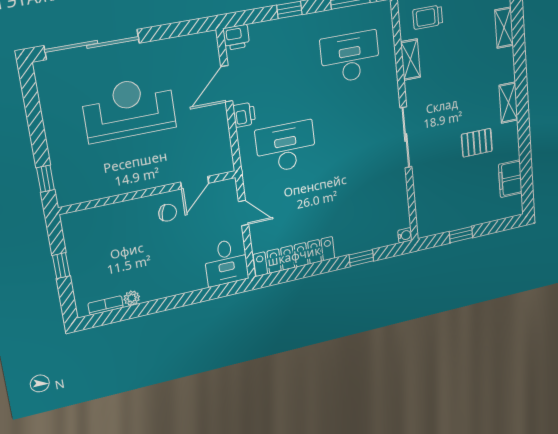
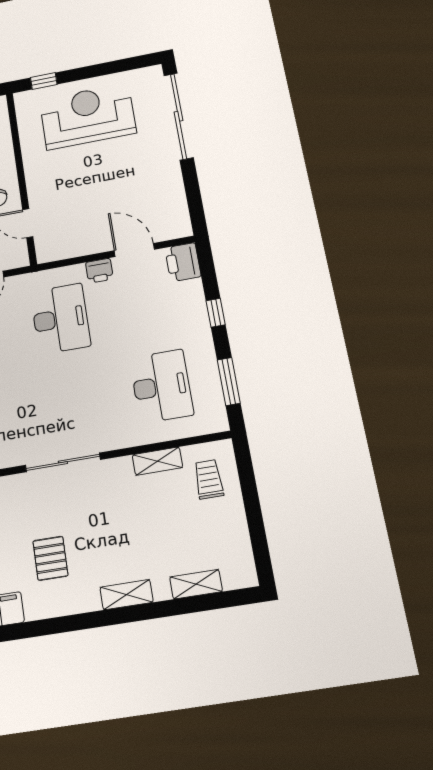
printer: (236, 37) -> (183, 262), width x1.36, depth x1.24
shelving: (508, 103) -> (127, 595), moved
reception desk: (129, 109) -> (88, 116), moved, turned -90

